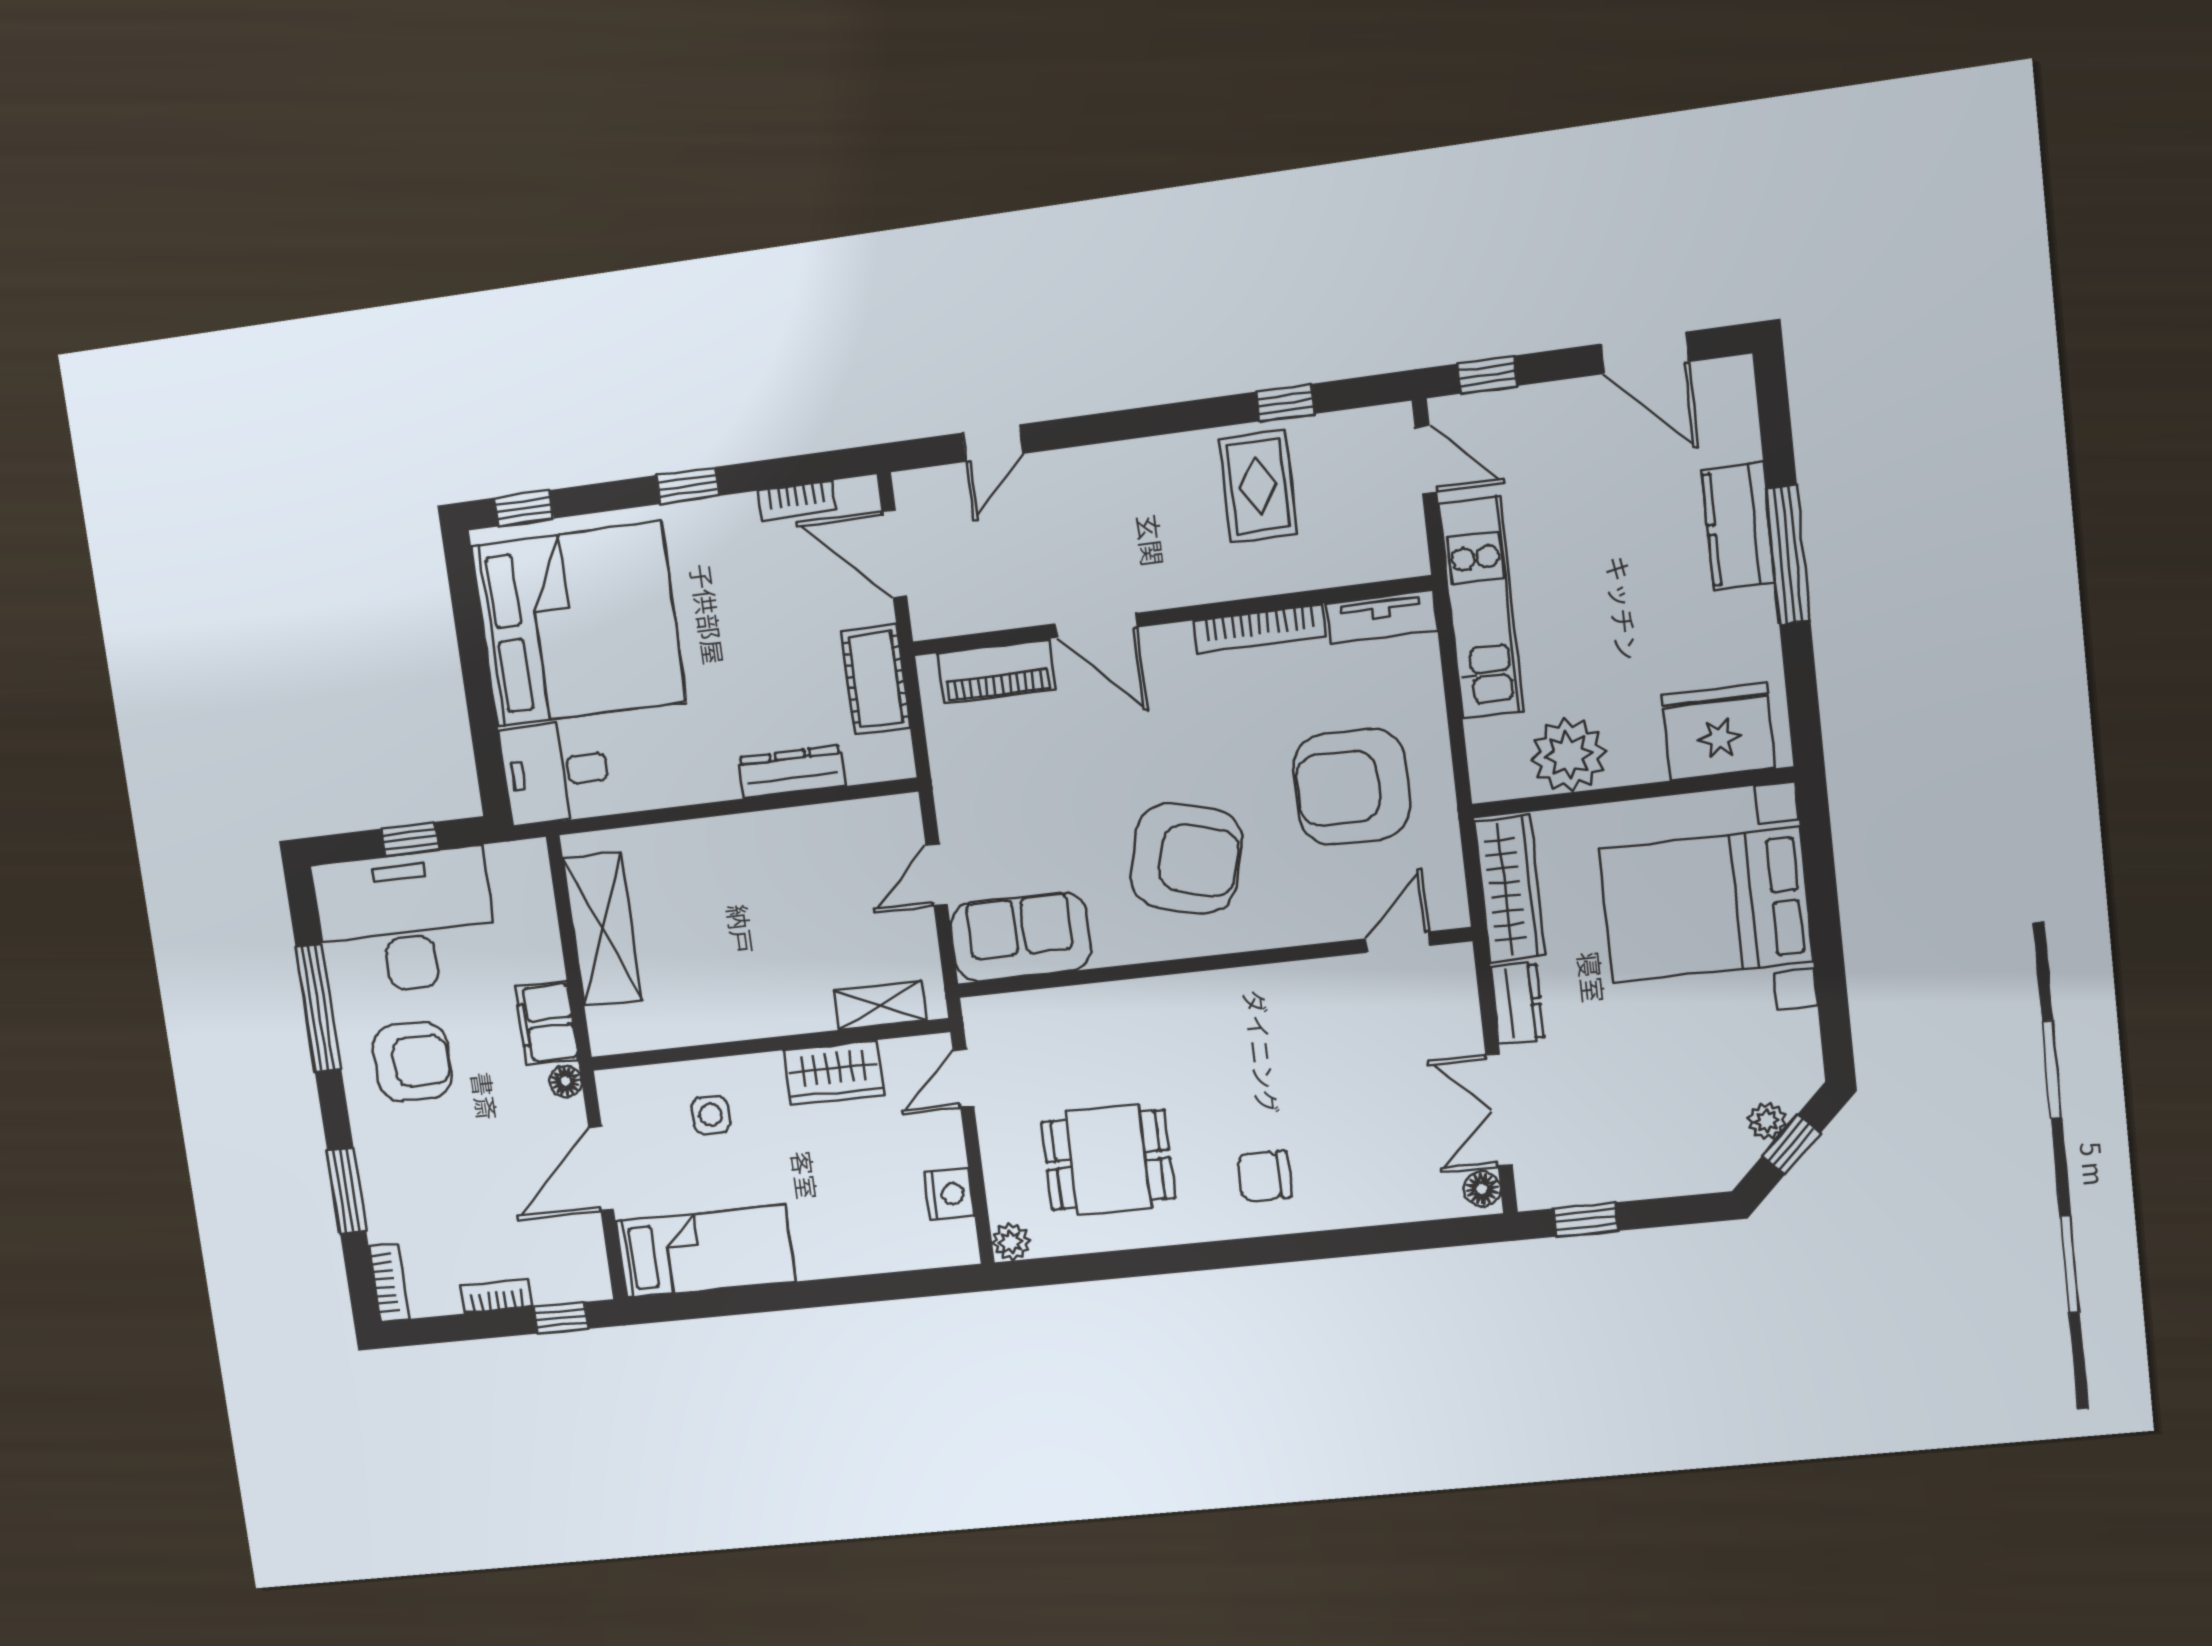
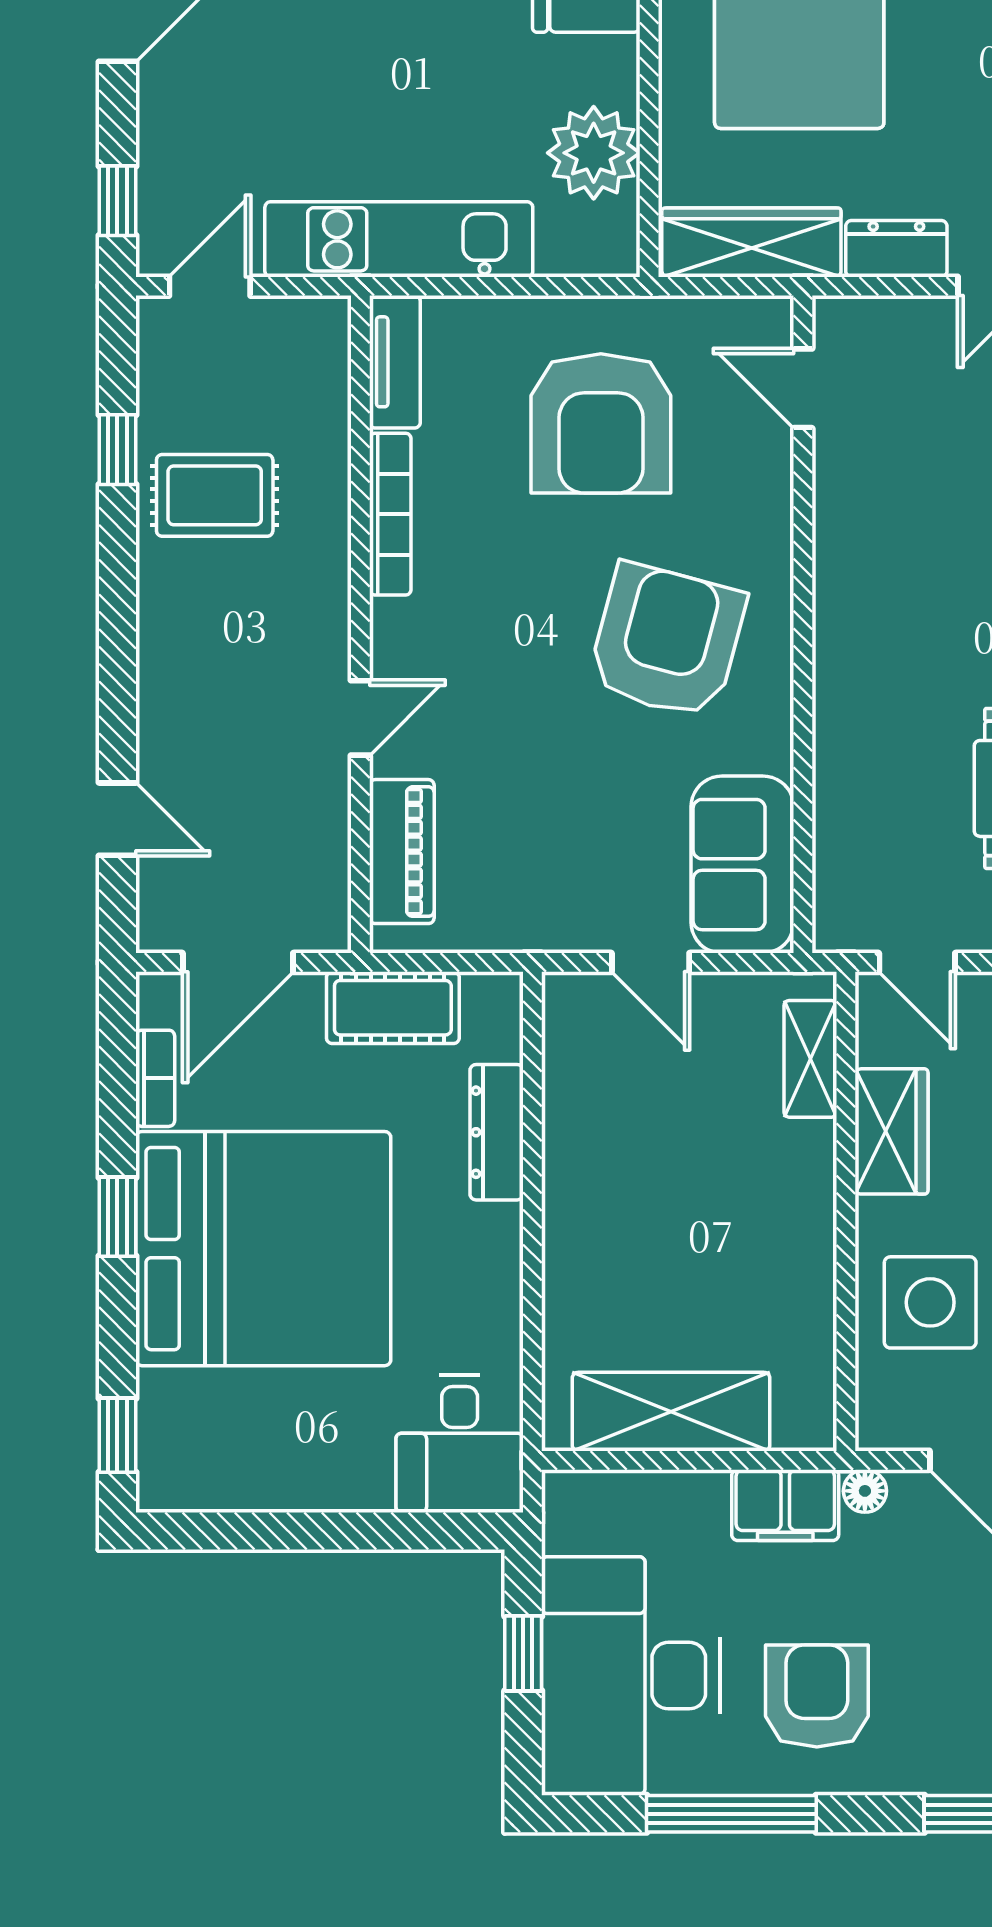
bed: (579, 624) -> (263, 1249), moved, turned 90
door: (1096, 625) -> (360, 718), width x0.73
side table: (711, 1115) -> (930, 1302), width x1.87, depth x1.87

